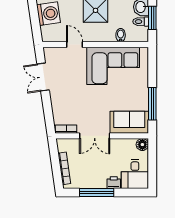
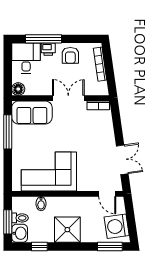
door: (75, 45) -> (107, 194), moved
armchair: (93, 177) -> (70, 55), added
window: (97, 192) -> (43, 39), moved

